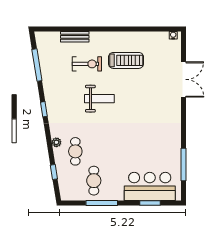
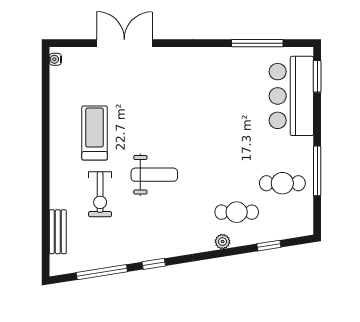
bench: (75, 37) -> (58, 232), moved
exercise bike: (87, 64) -> (100, 194), turned 180
weight bench: (99, 99) -> (154, 175), turned 90
window: (44, 109) -> (154, 264), moved
window: (150, 203) -> (317, 76), moved

